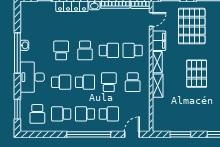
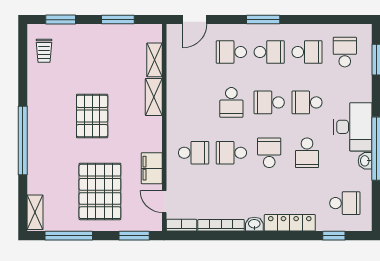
door: (151, 20) -> (164, 202), hinge flipped
shelving: (157, 62) -> (155, 60), moved
desk: (32, 77) -> (353, 127), moved
school desk: (133, 82) -> (345, 203), moved, turned 90
window: (89, 134) -> (263, 20), width x0.47

